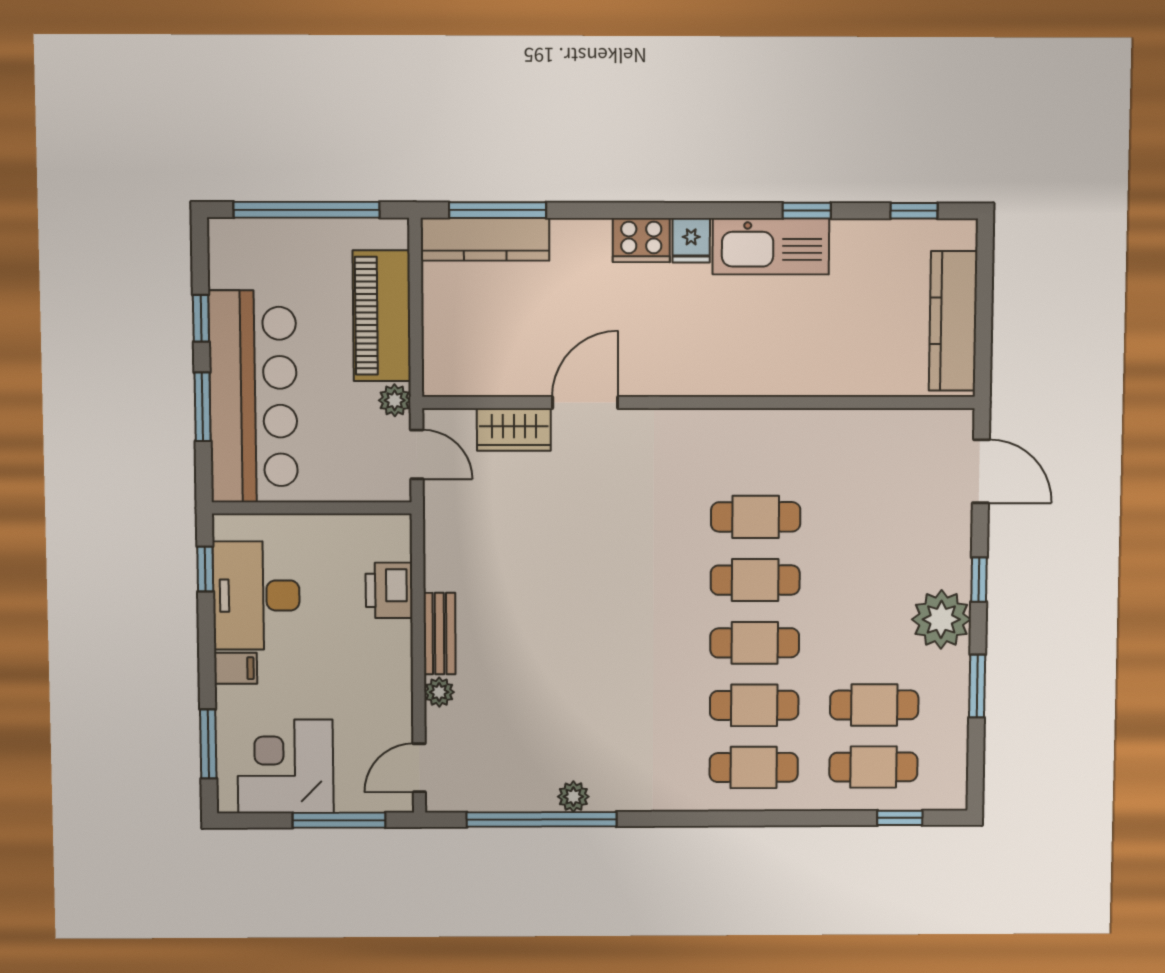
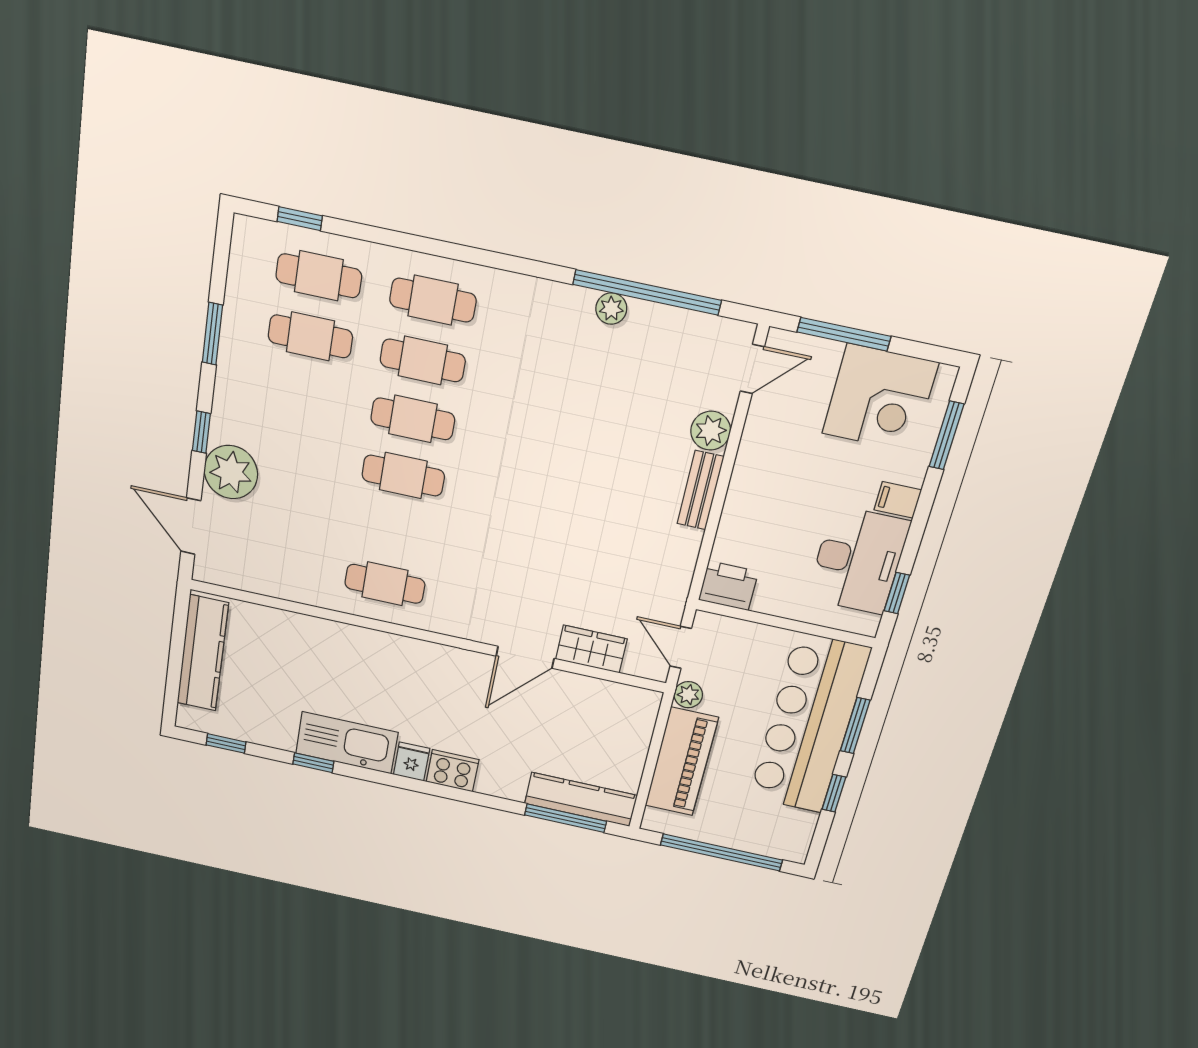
cafe table: (756, 517) -> (385, 584), moved
printer: (389, 590) -> (728, 586), moved, turned -90
plant: (941, 619) -> (231, 472), moved
plant: (439, 692) -> (711, 431), width x1.38, depth x1.38

